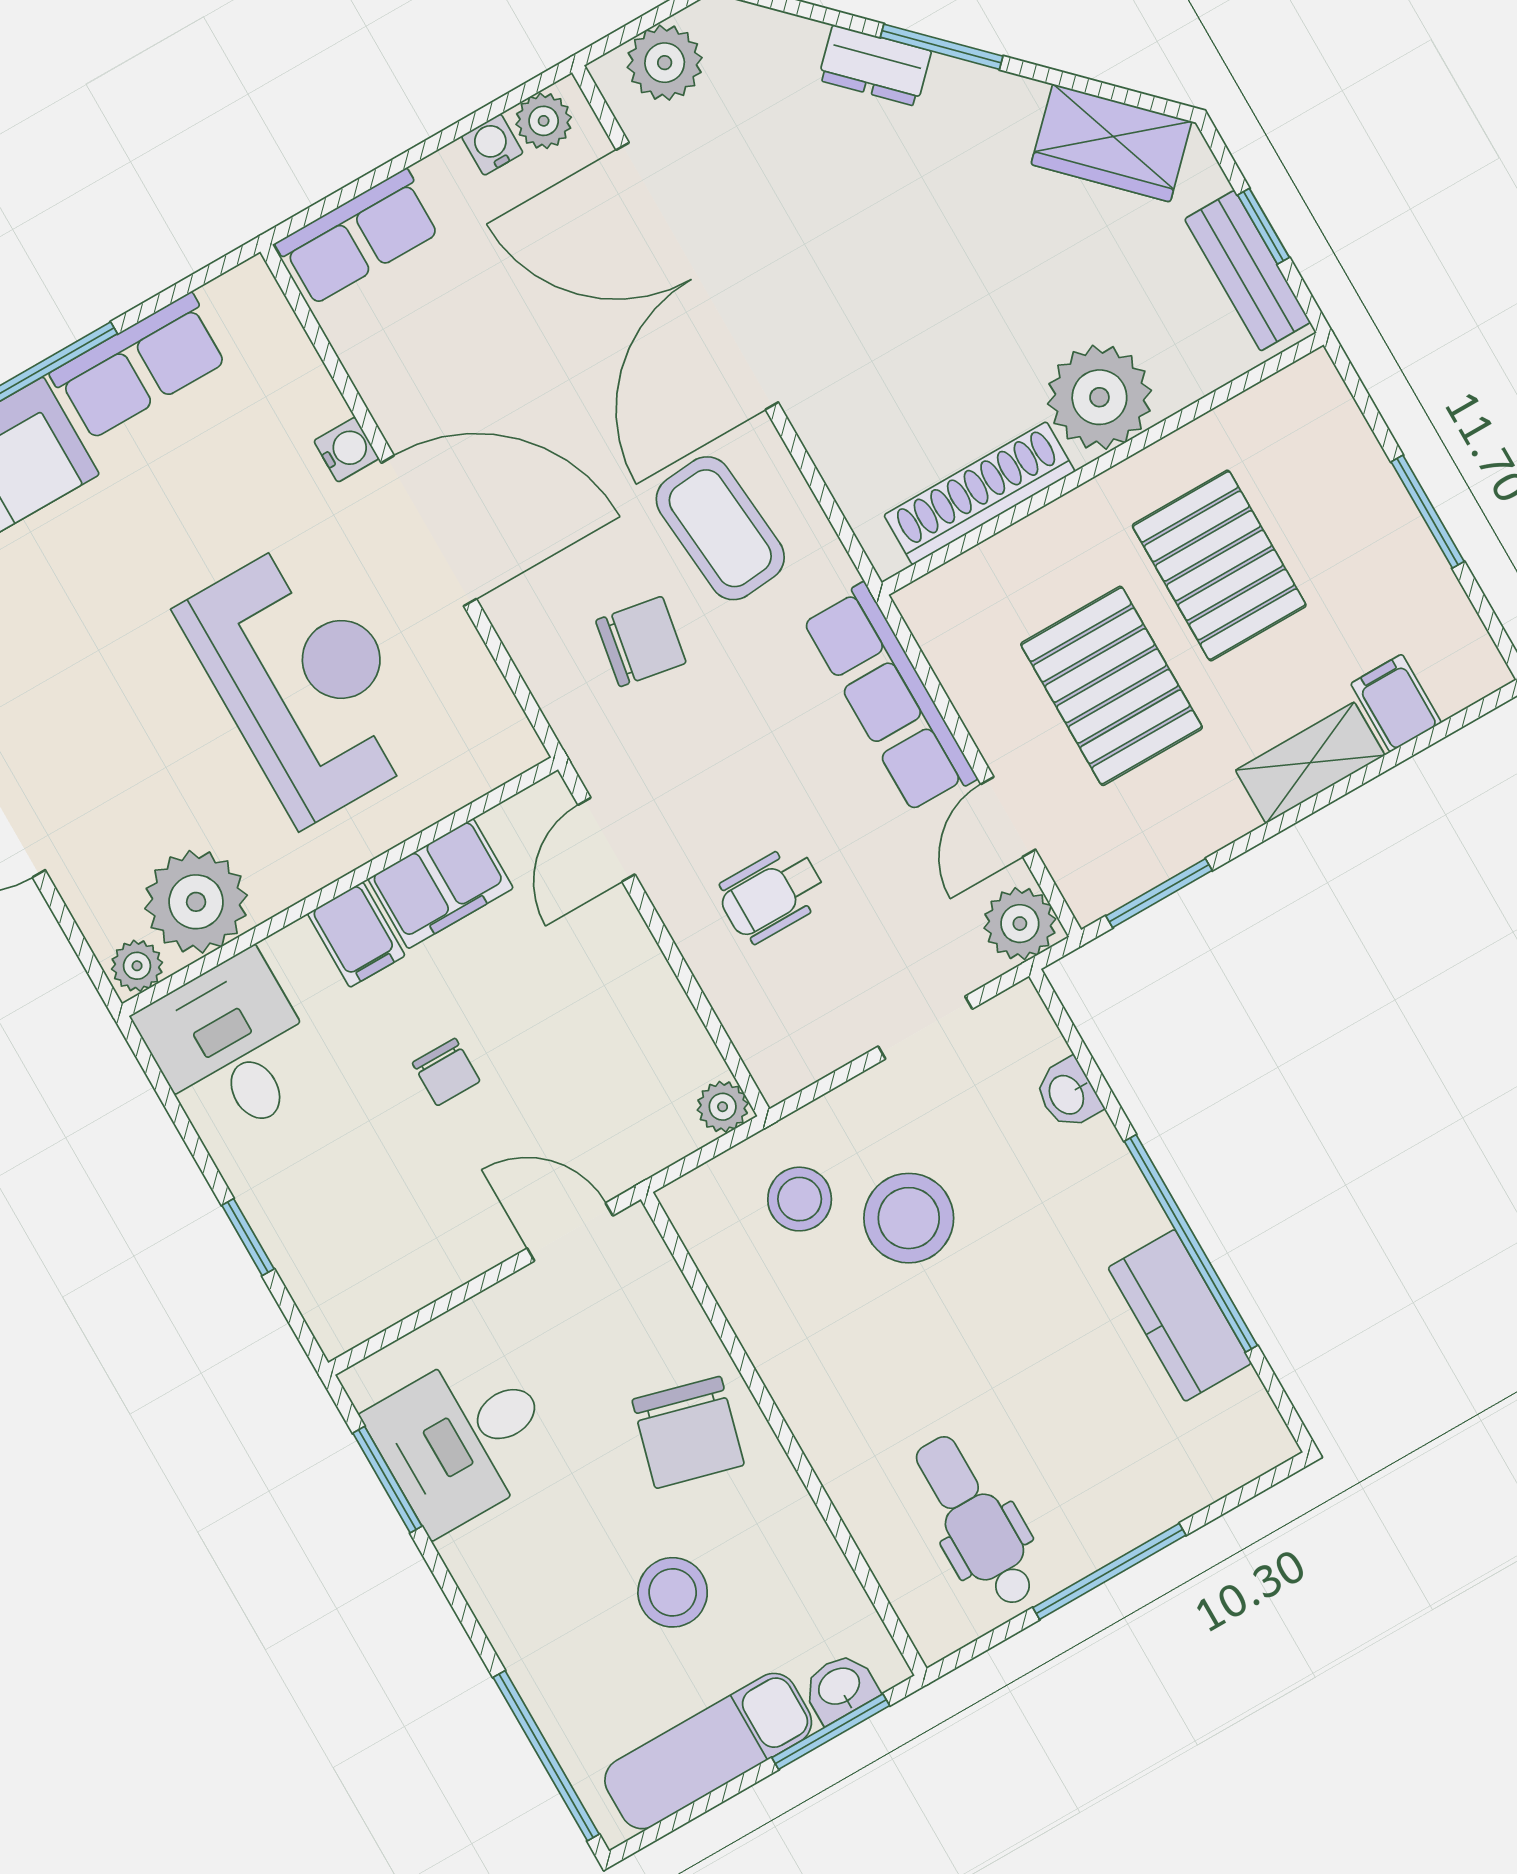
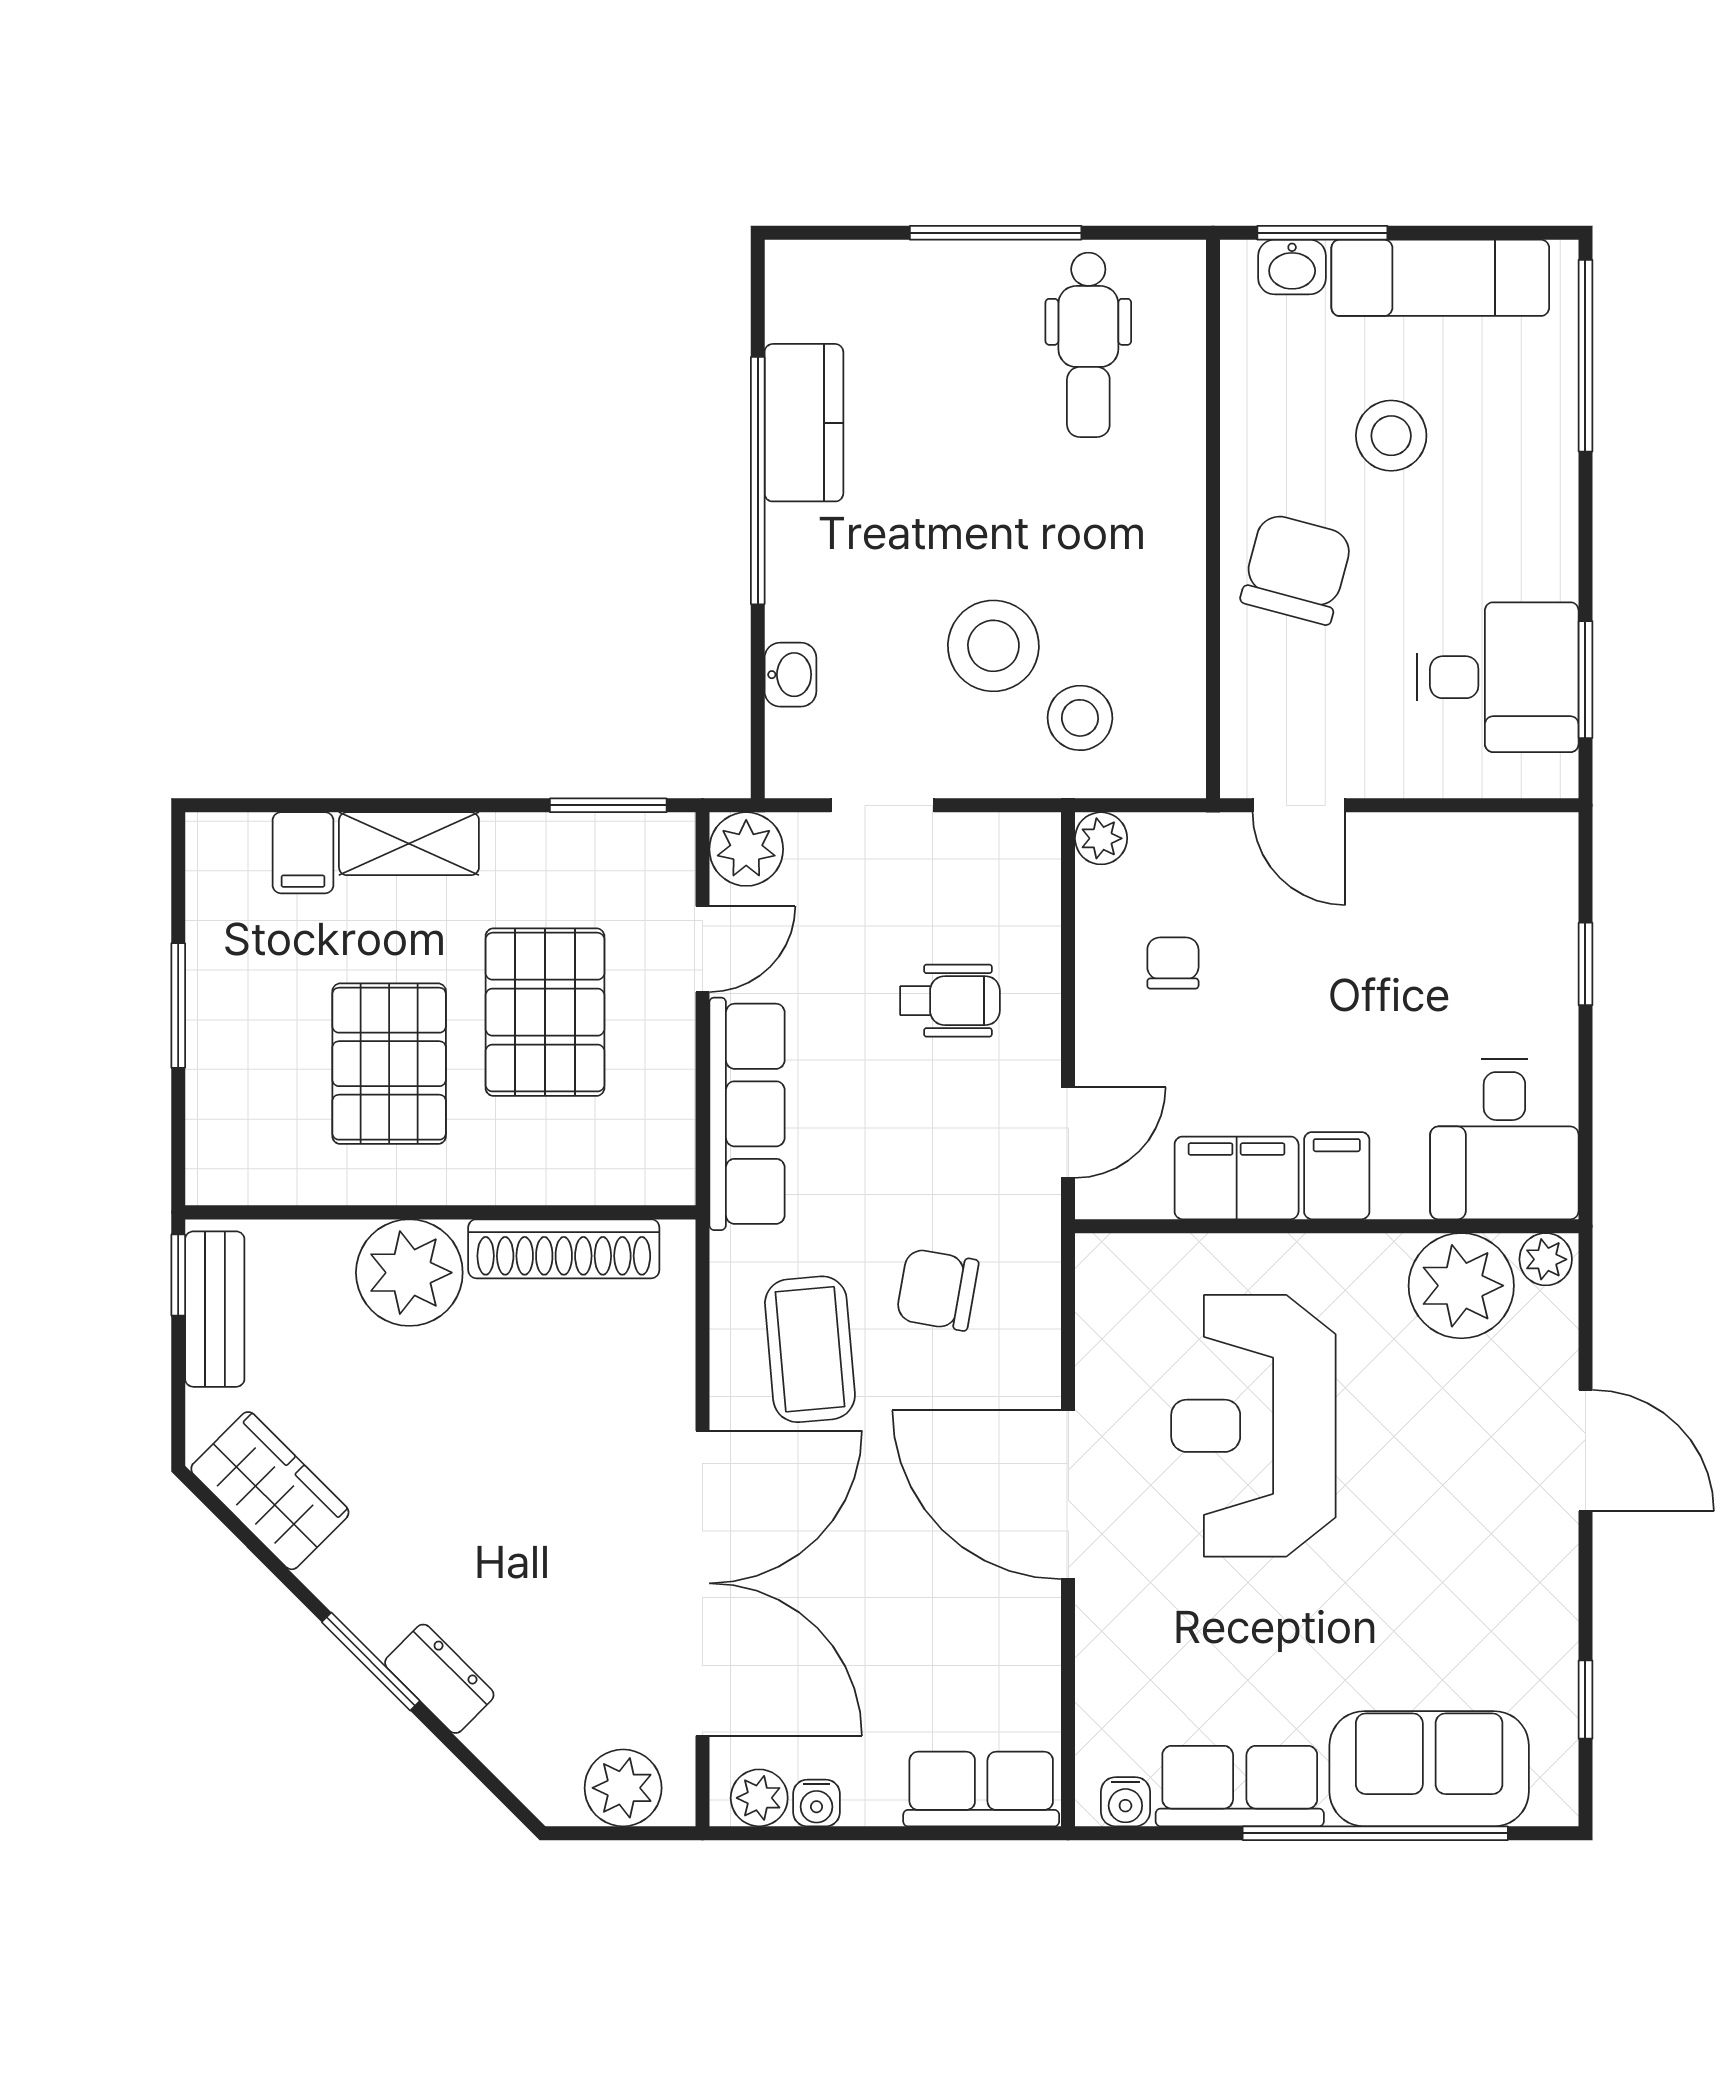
window: (1263, 226) -> (178, 1275), moved
water cooler: (346, 450) -> (1125, 1802), moved, turned -90
chair: (446, 1072) -> (1173, 963), moved

